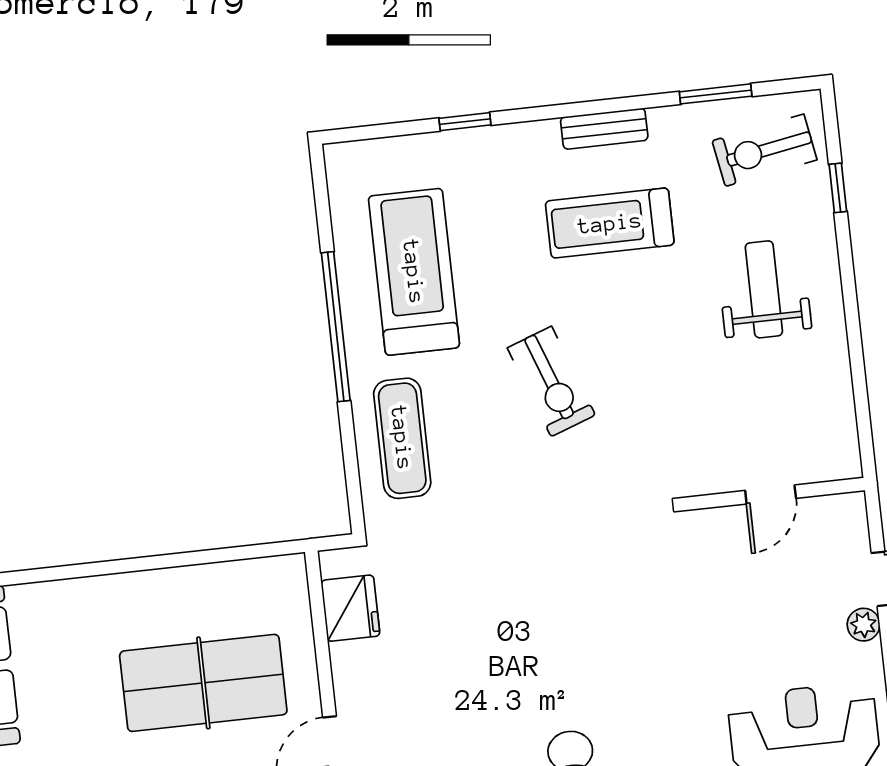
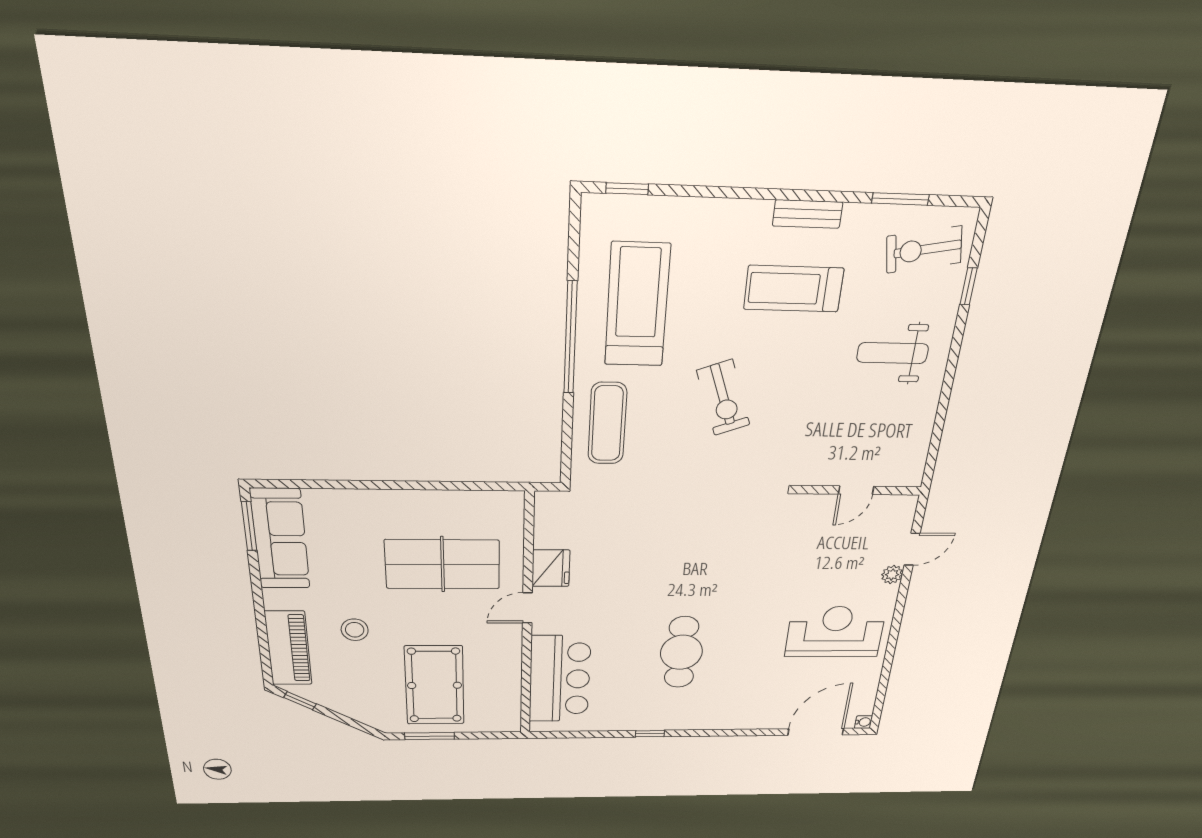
window: (465, 122) -> (627, 189), moved
weight bench: (764, 289) -> (893, 353), turned -90
fridge: (350, 608) -> (551, 568), moved

